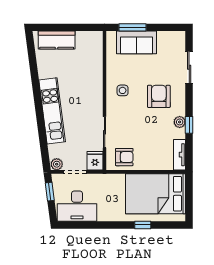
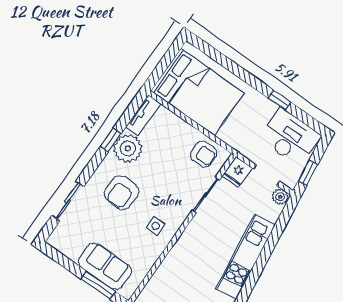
plant: (180, 122) -> (128, 148), width x1.87, depth x1.87
armchair: (124, 157) -> (203, 154), turned 180
window: (143, 225) -> (279, 100), moved

